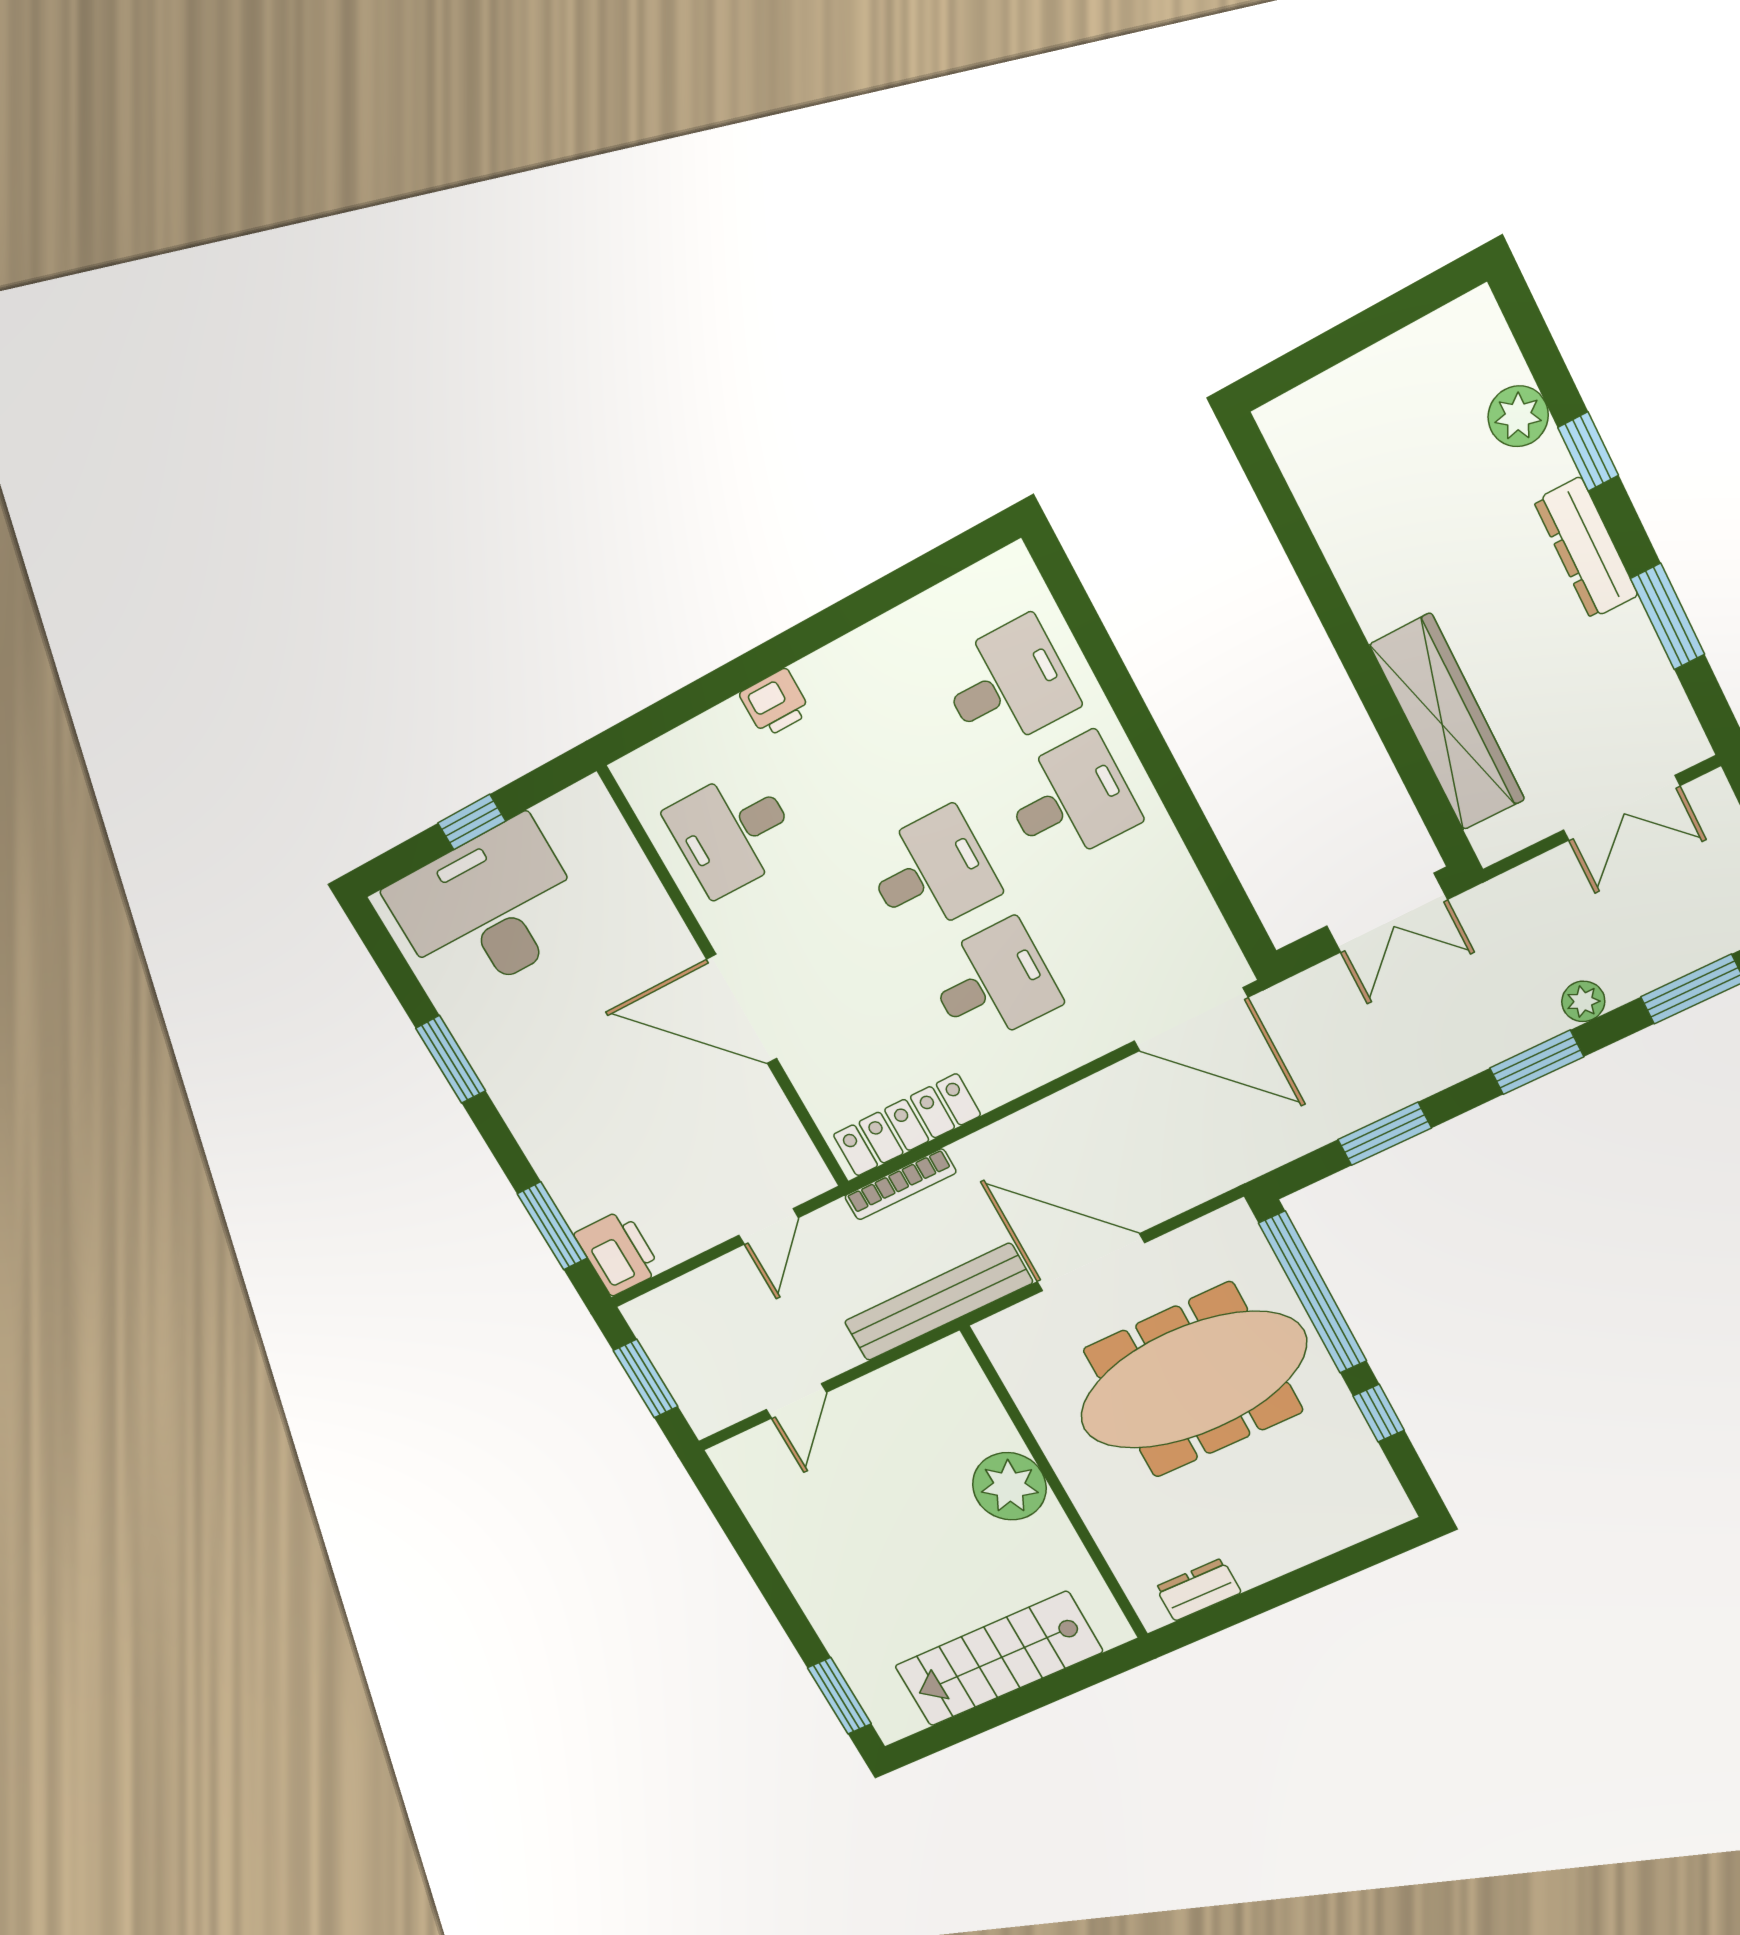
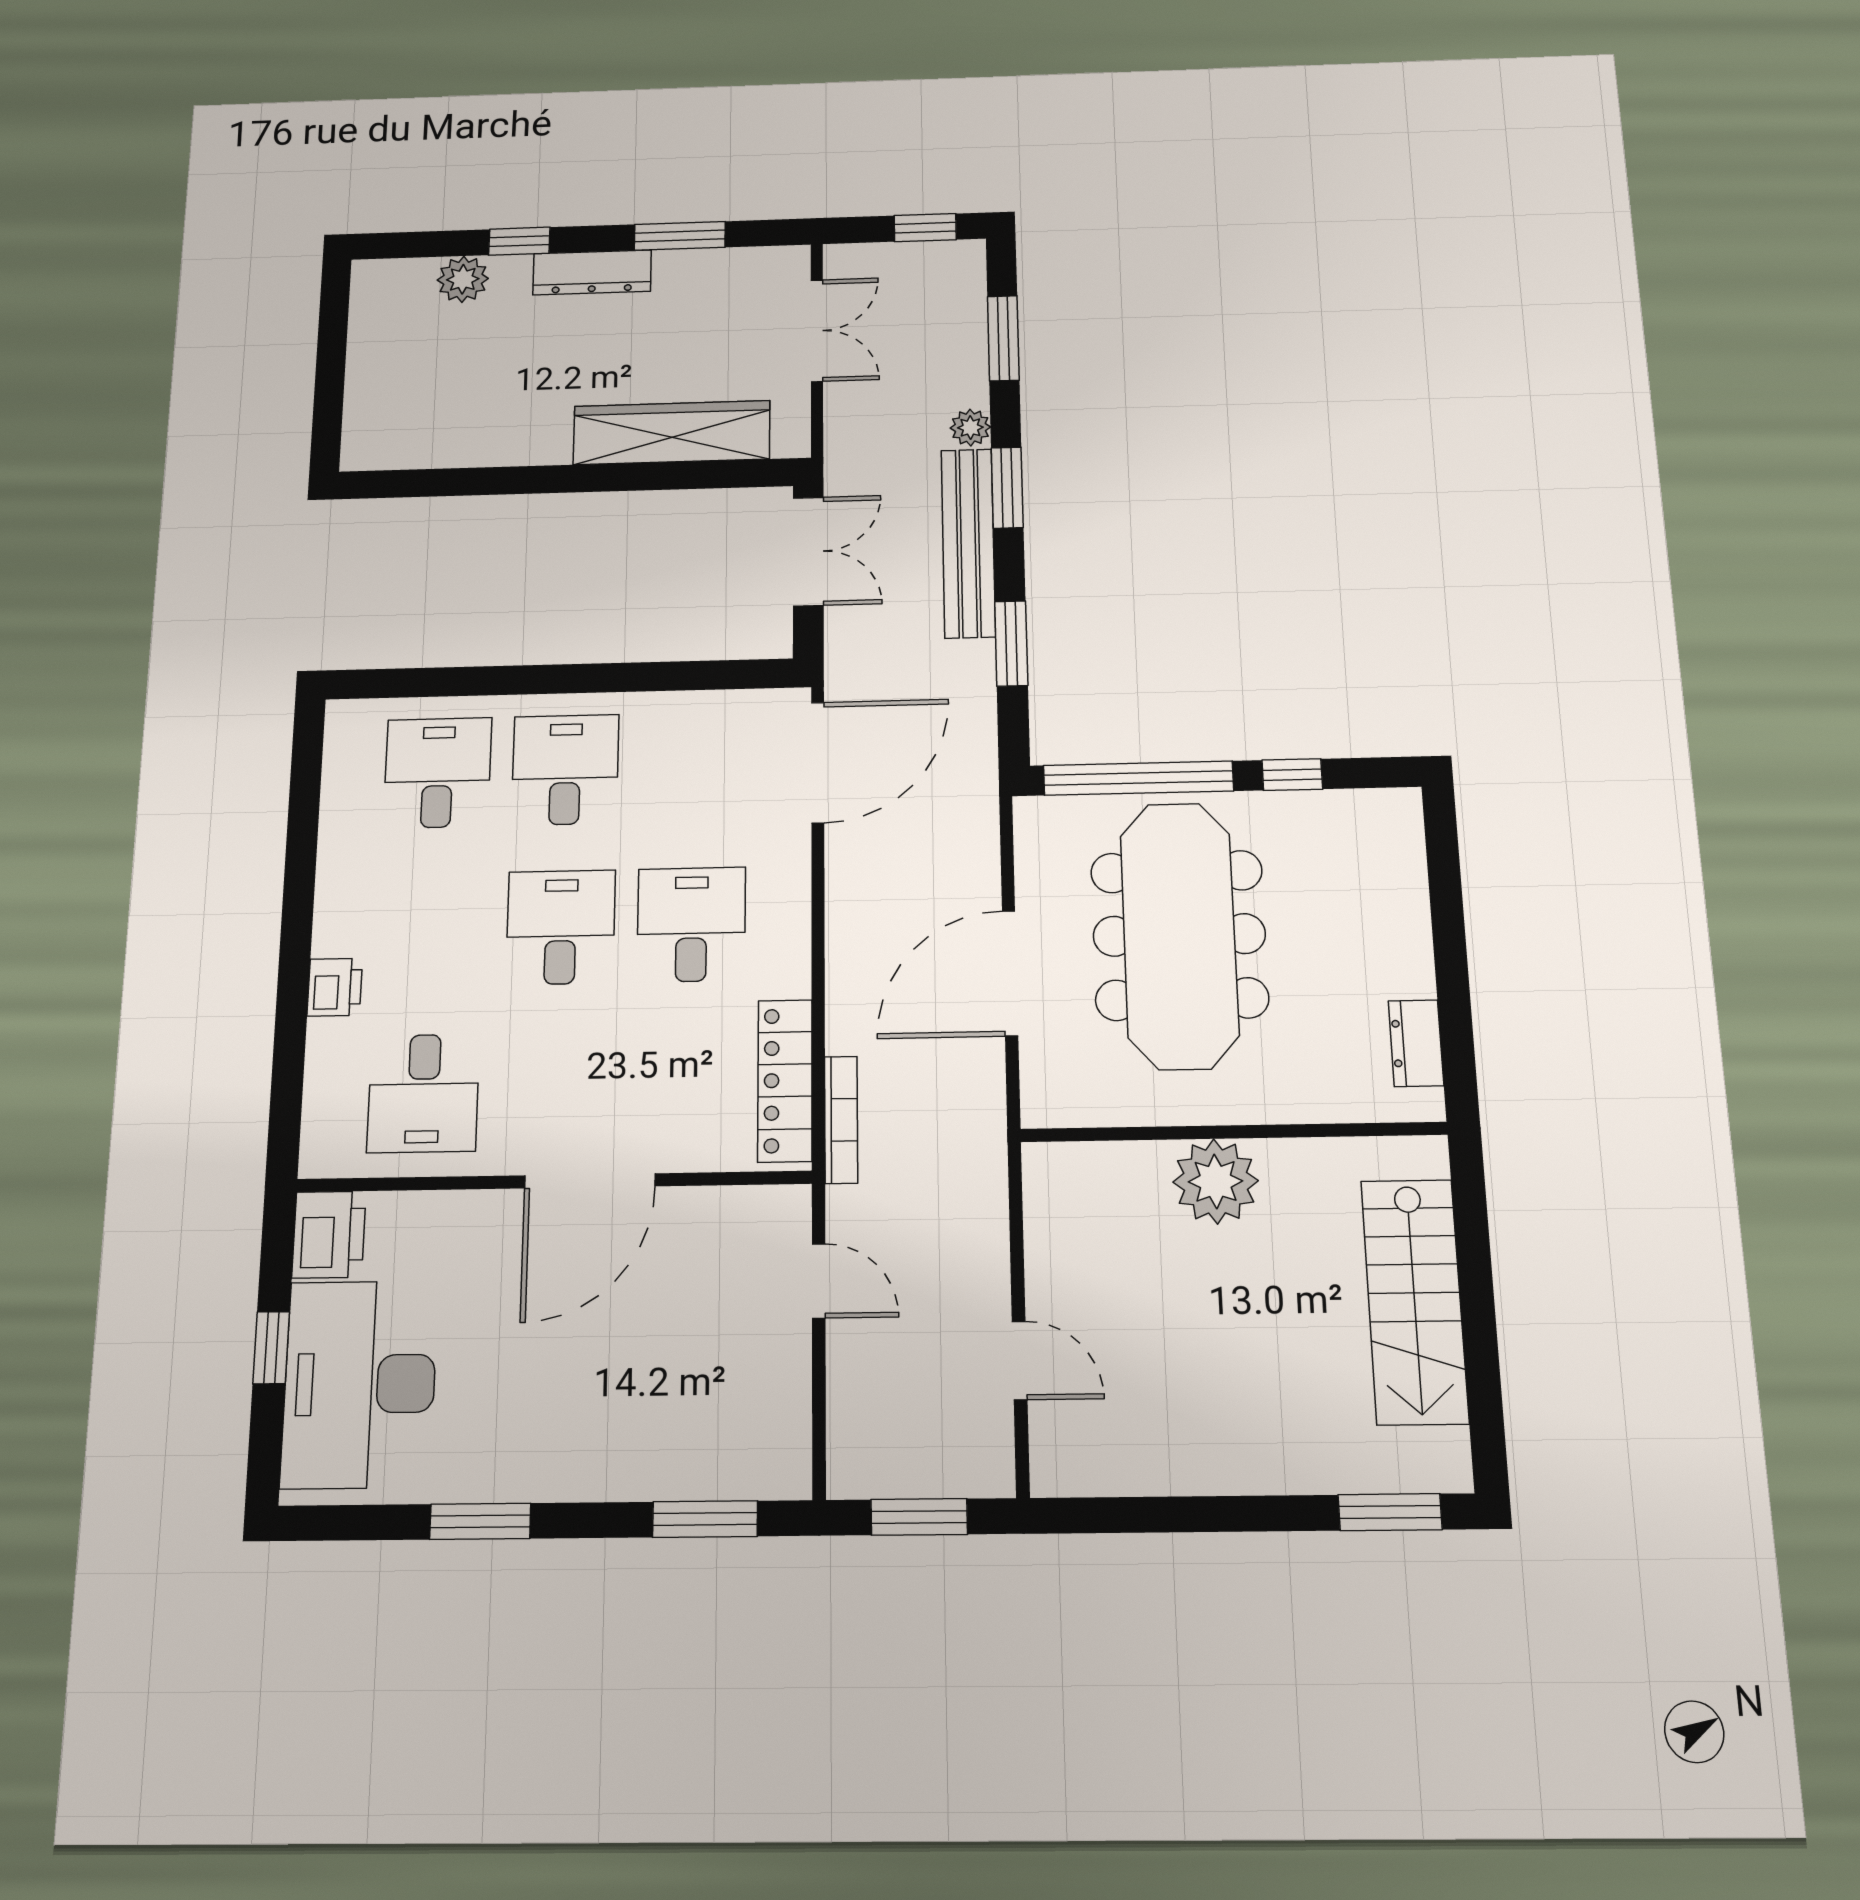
printer: (618, 1253) -> (329, 1235), moved, turned 90
bench: (938, 1302) -> (968, 543), moved

